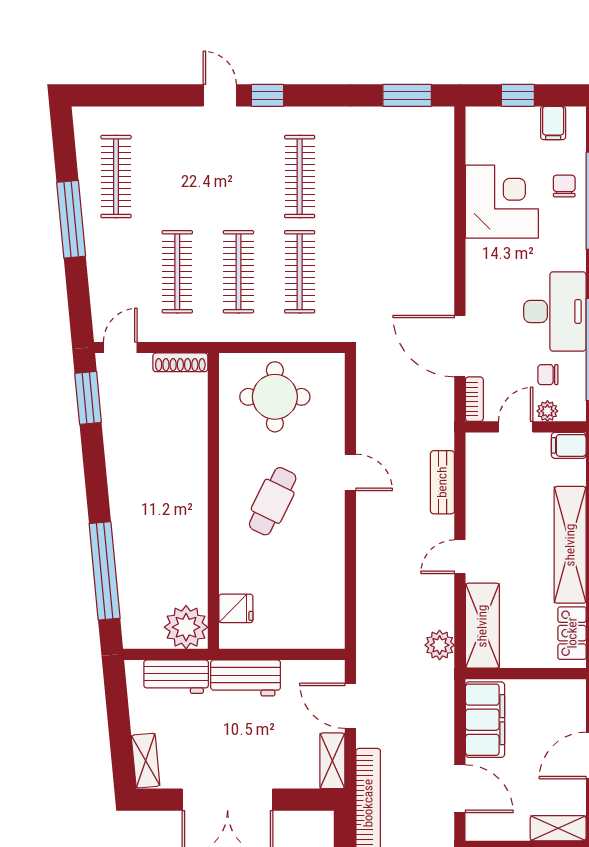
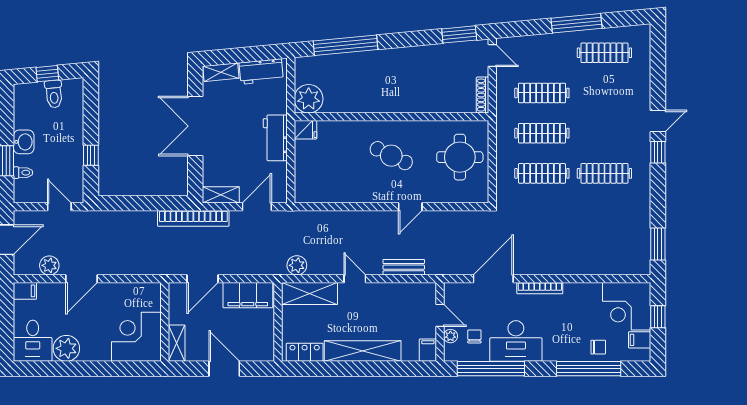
corner desk: (502, 202) -> (627, 306), moved, turned 90
bookcase: (474, 399) -> (540, 288), moved, width x1.56
fridge: (236, 608) -> (305, 130), moved, turned -90
workbench: (176, 677) -> (261, 72), moved, turned -95

